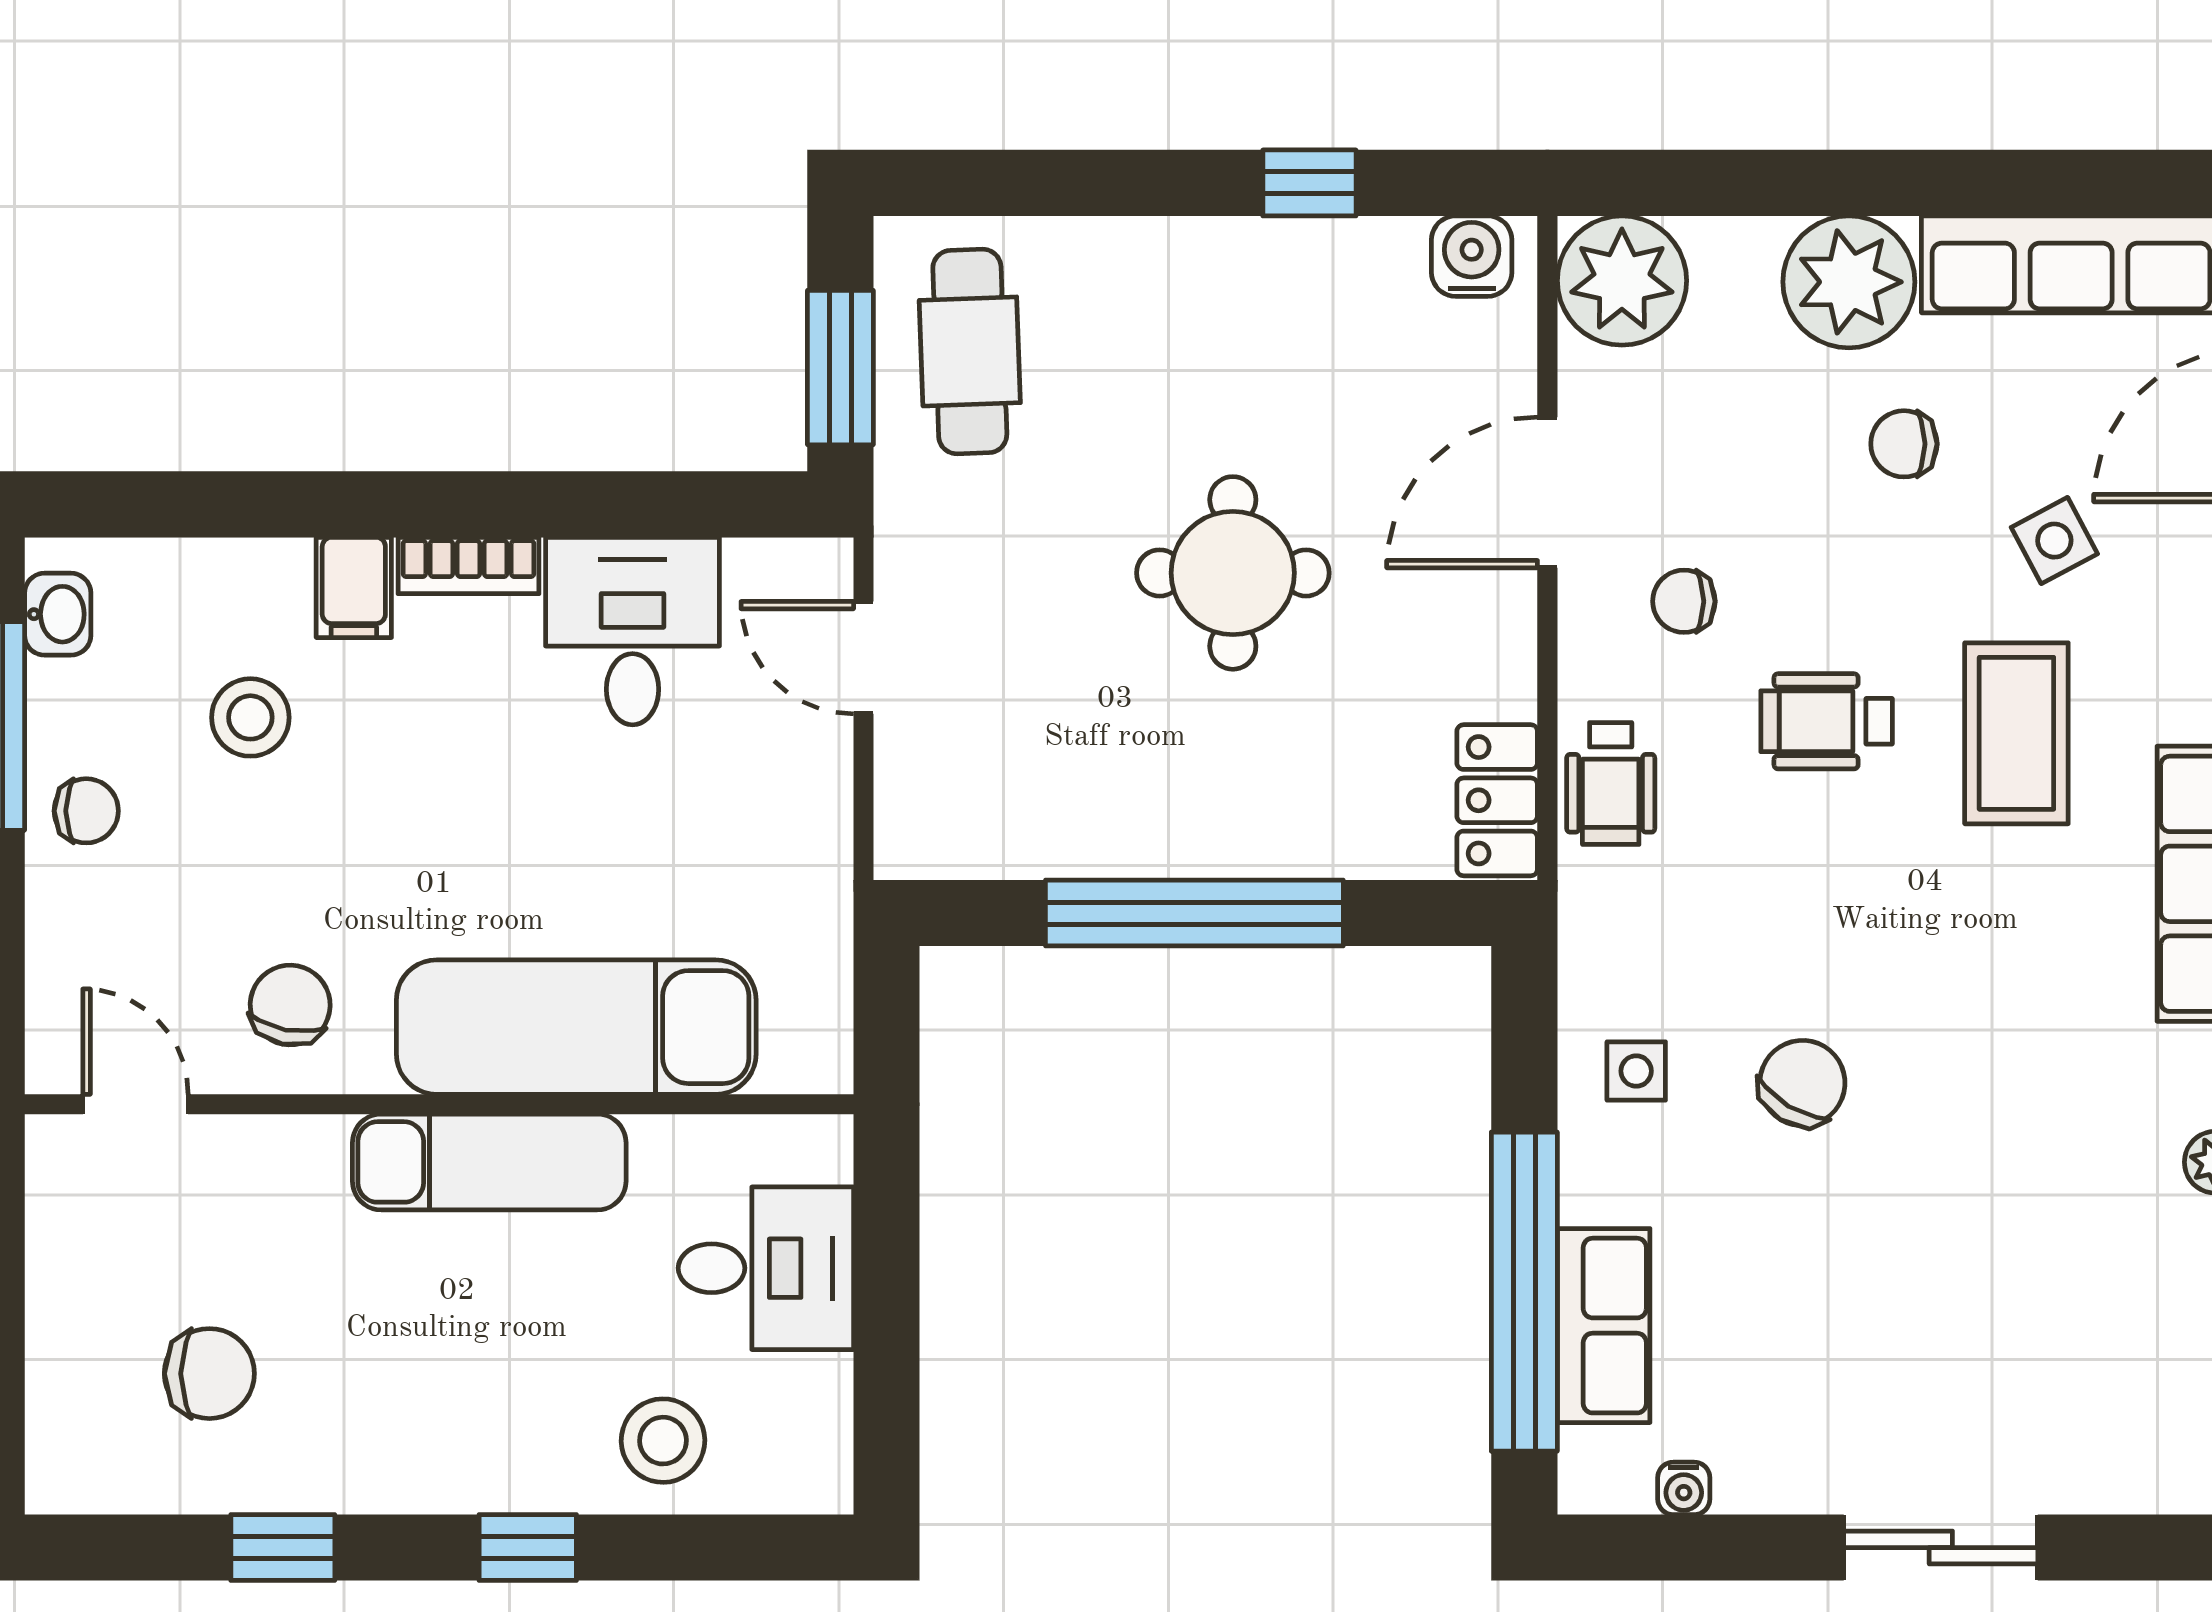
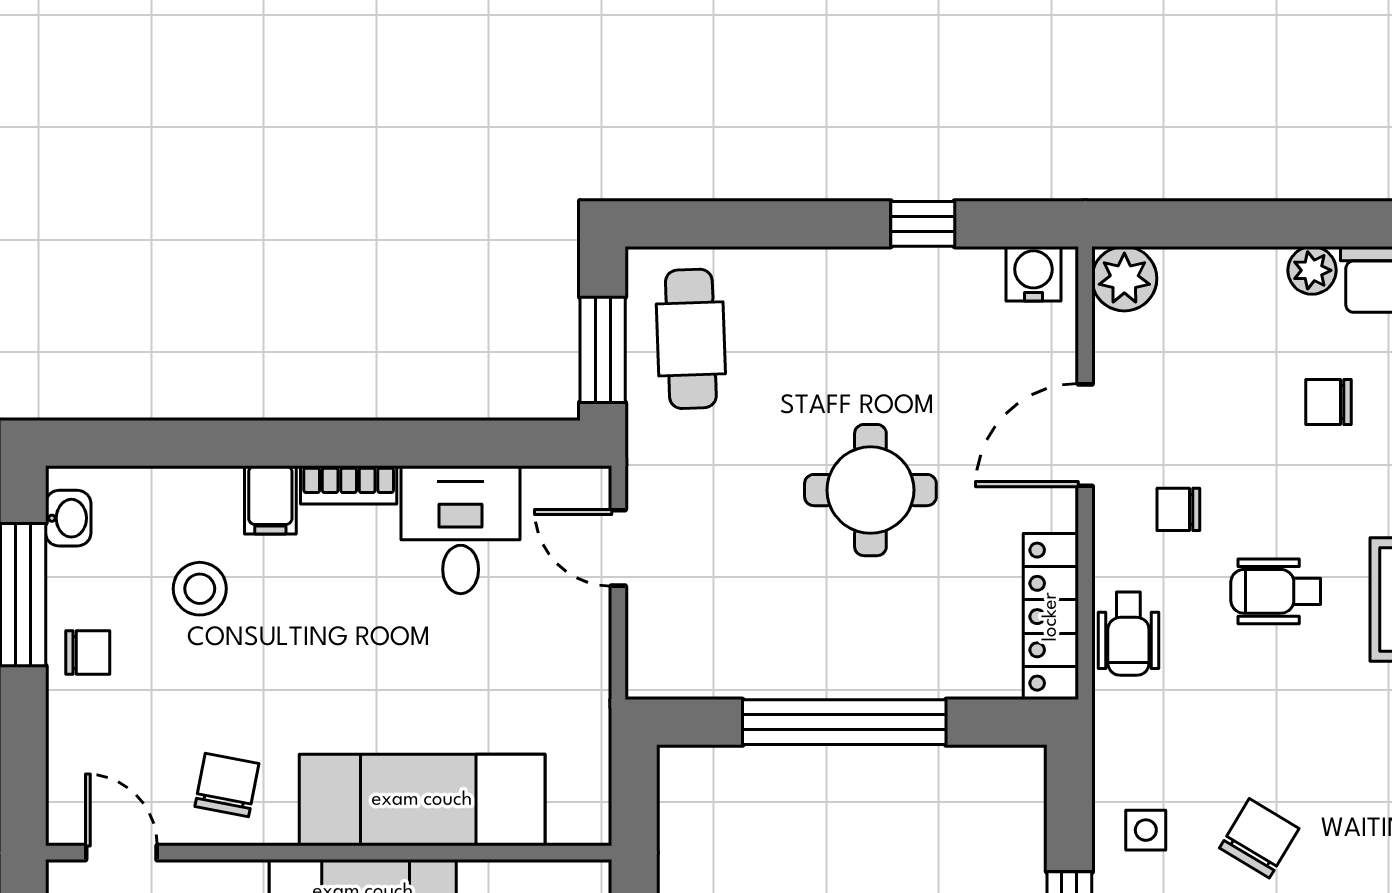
plant: (1622, 281) -> (1124, 279), width x0.73, depth x0.73
plant: (1849, 282) -> (1312, 270), width x0.53, depth x0.53
locker: (1497, 800) -> (1051, 617), width x1.53

